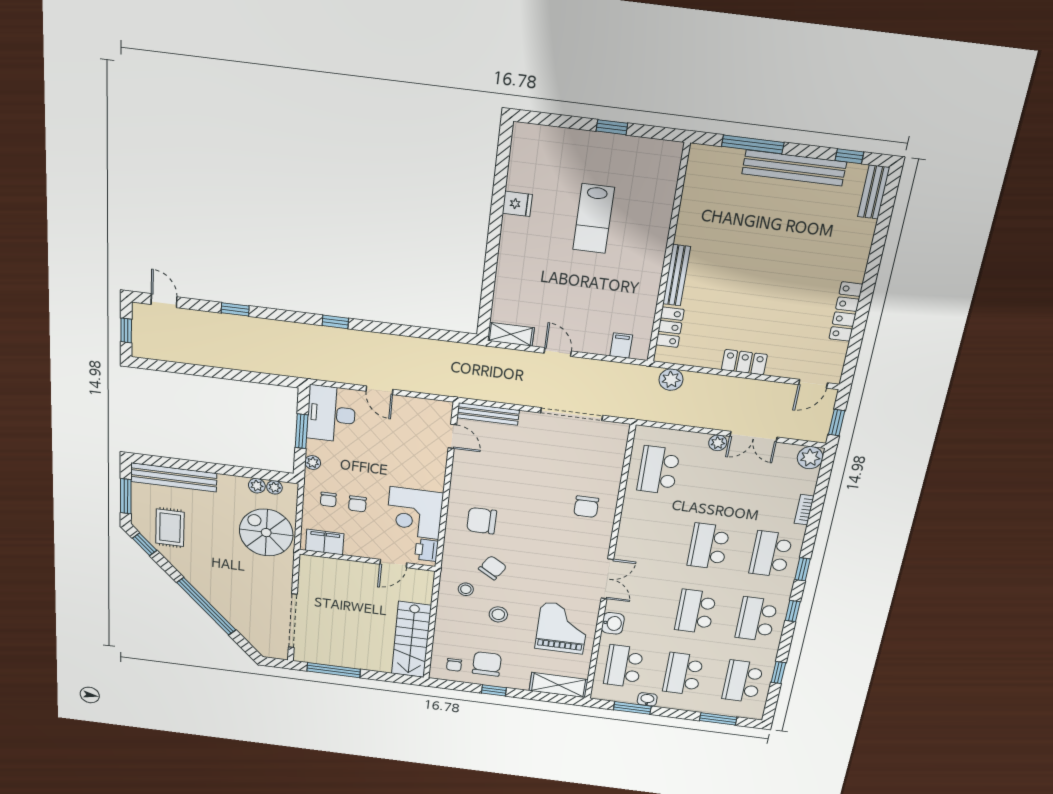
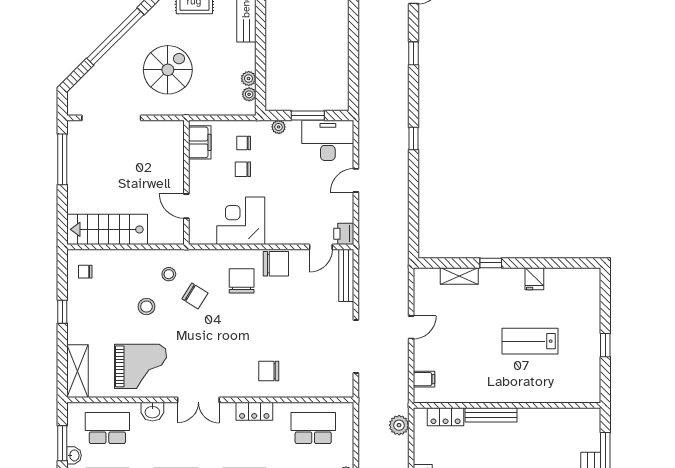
window: (492, 253) -> (491, 263), added
shelving: (511, 334) -> (459, 276), moved, turned 90
locker: (629, 527) -> (254, 411), added
spiral stairs: (266, 533) -> (168, 70), moved
printer: (427, 550) -> (344, 234), moved, turned -90
chair: (487, 664) -> (276, 264), moved

